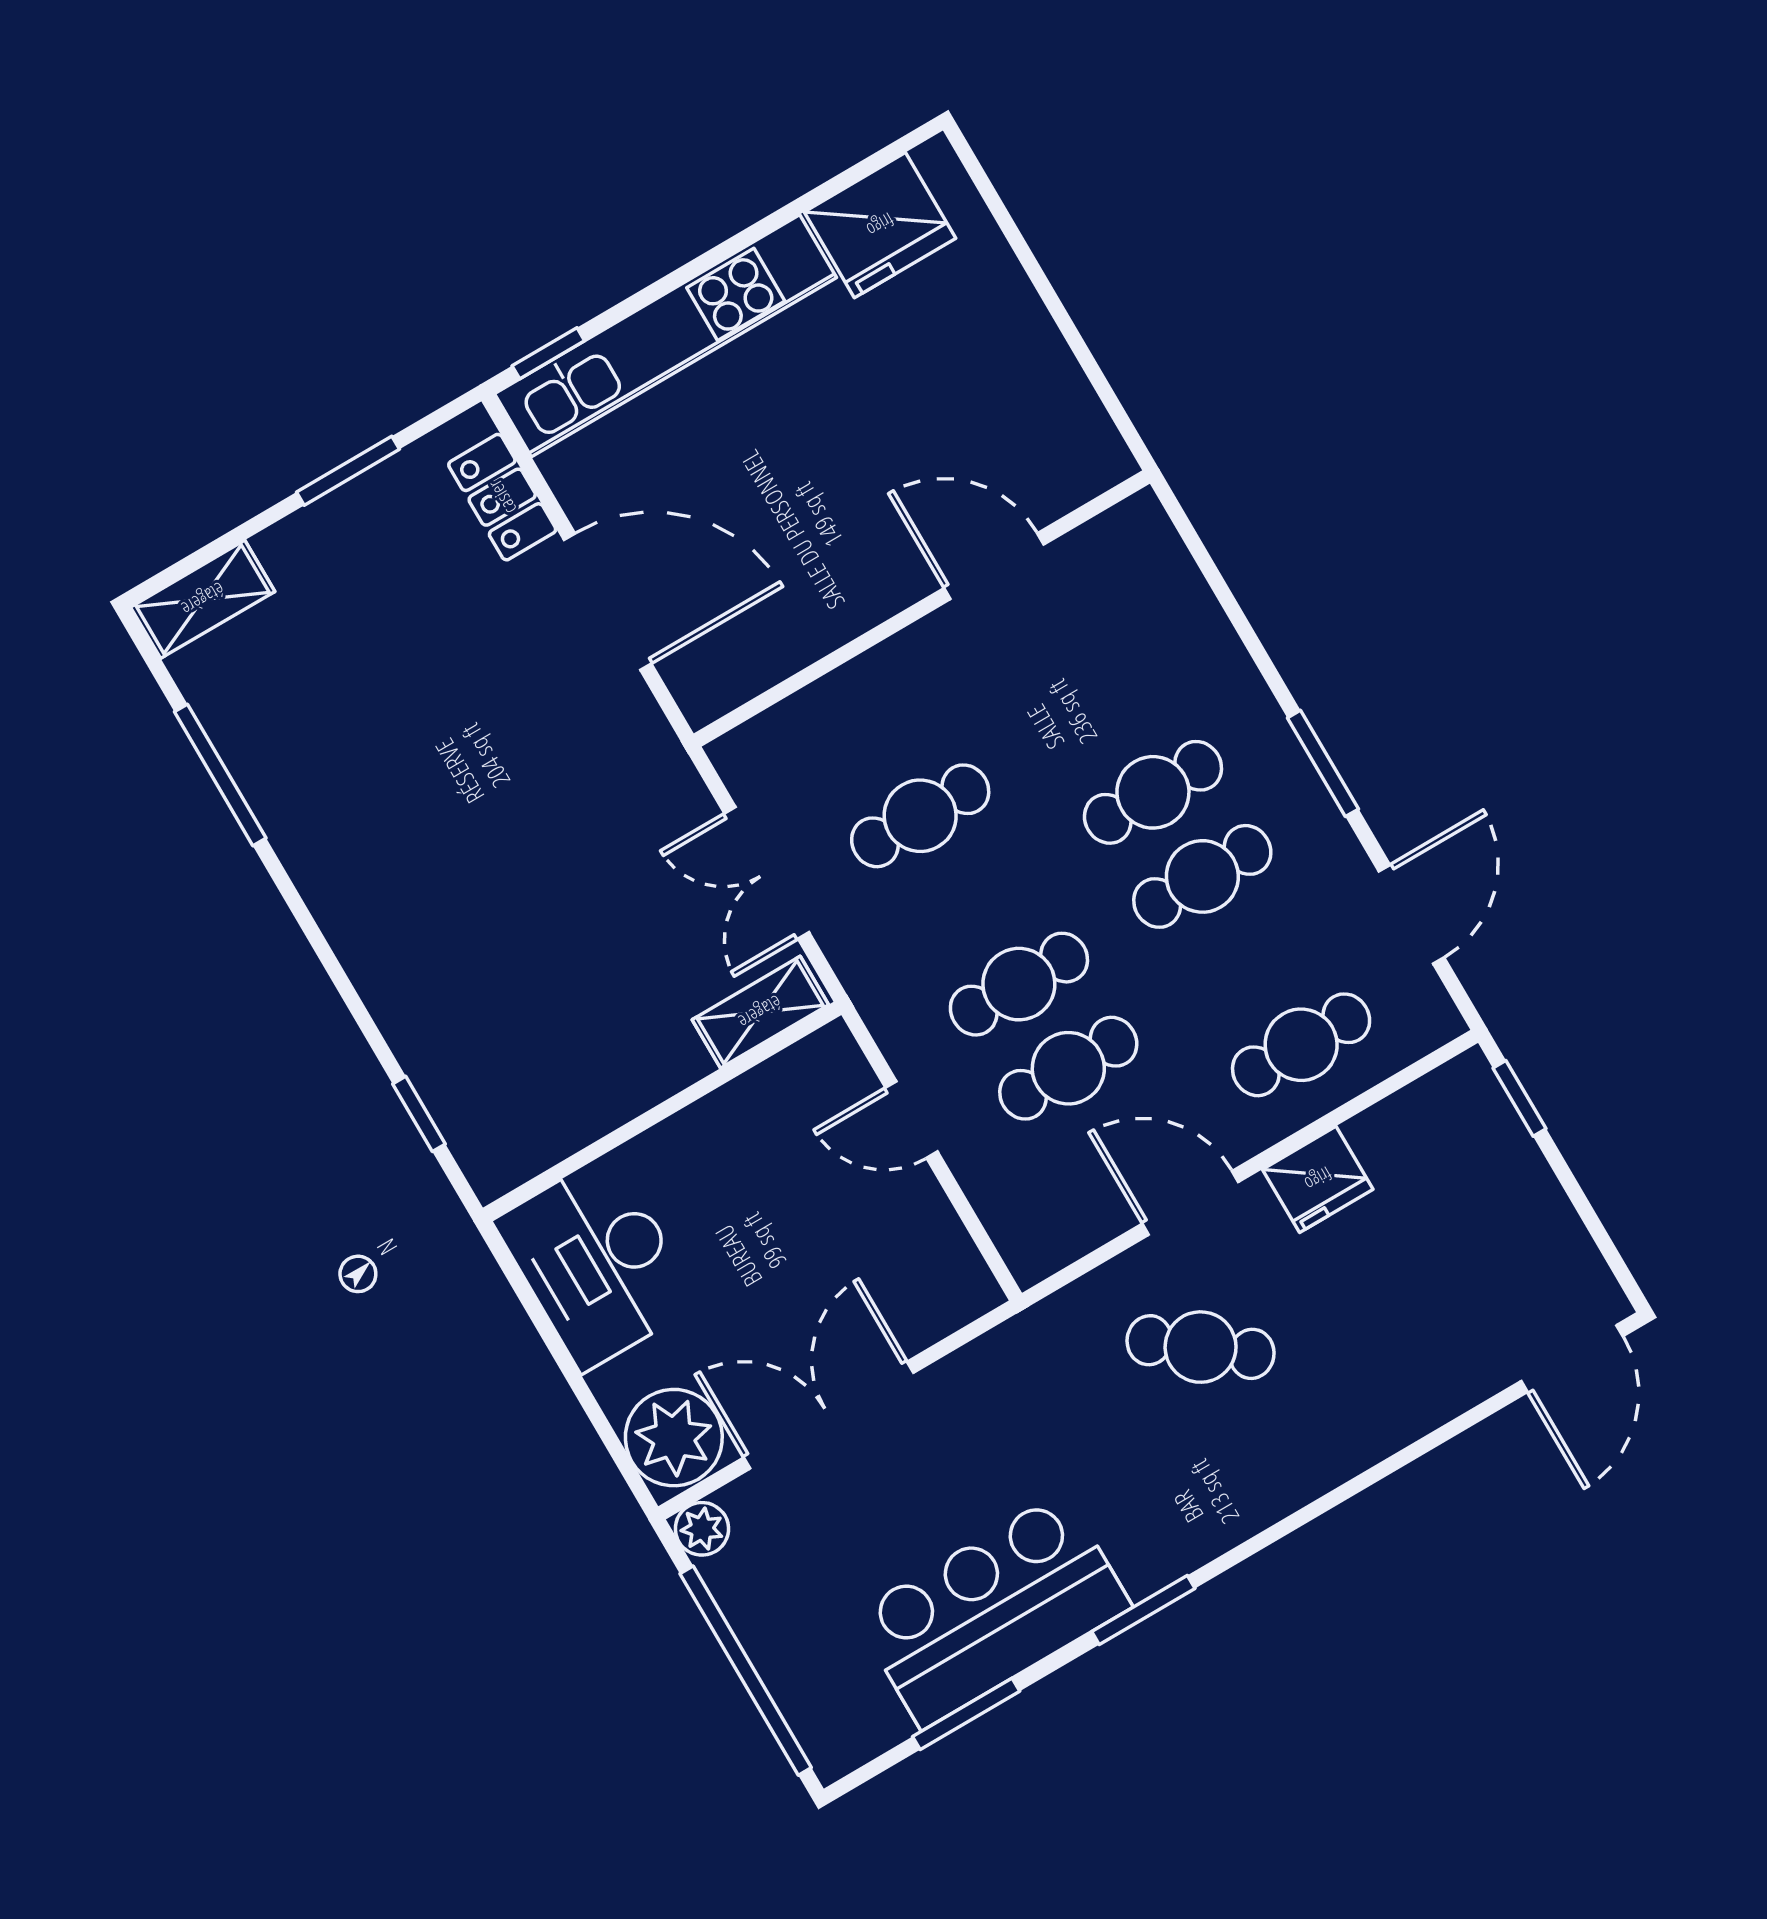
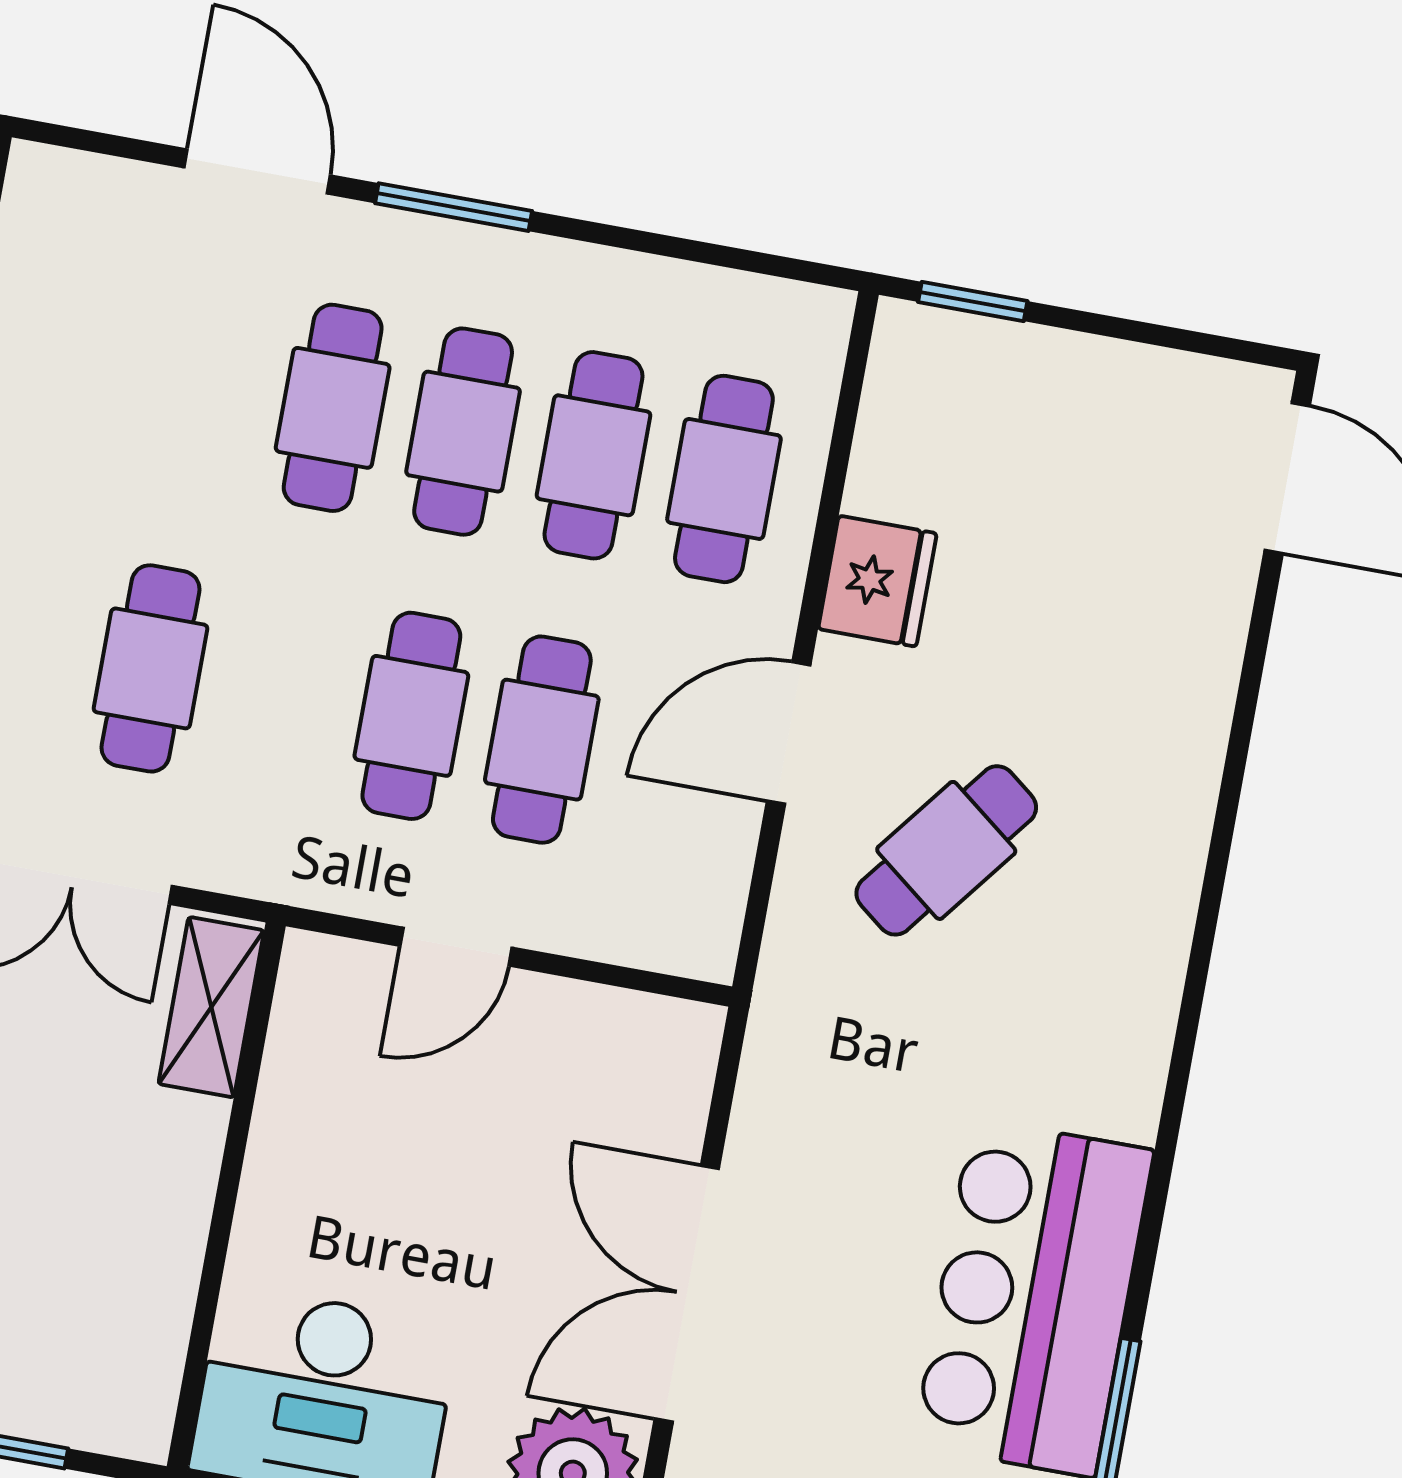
door: (1411, 914) -> (257, 171), moved
cafe table: (1252, 961) -> (593, 455), added
window: (1143, 1610) -> (1166, 1142), removed

